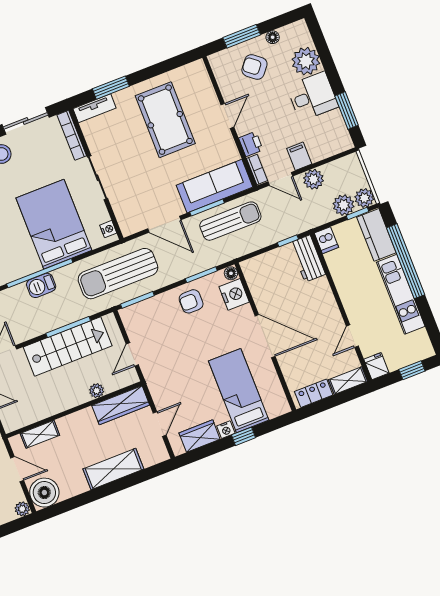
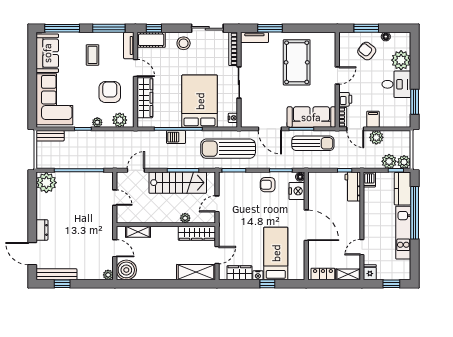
shelving: (113, 469) -> (196, 272), moved

